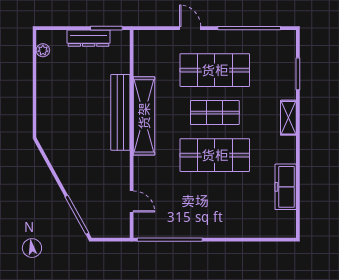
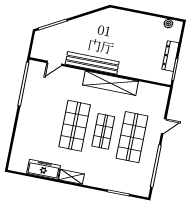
bench: (120, 112) -> (92, 63), moved
shelving: (288, 118) -> (71, 177), moved

